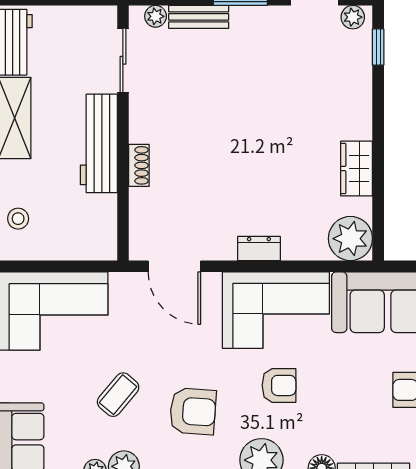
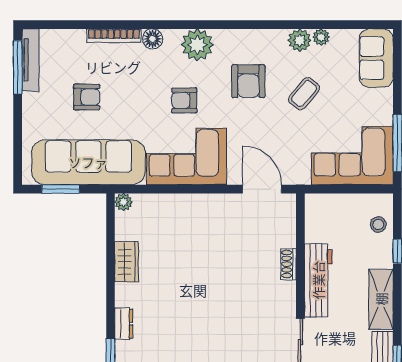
plant: (350, 239) -> (123, 202), width x0.53, depth x0.53
dresser: (259, 249) -> (124, 324), moved, turned -90
armchair: (193, 411) -> (248, 81), turned -94

